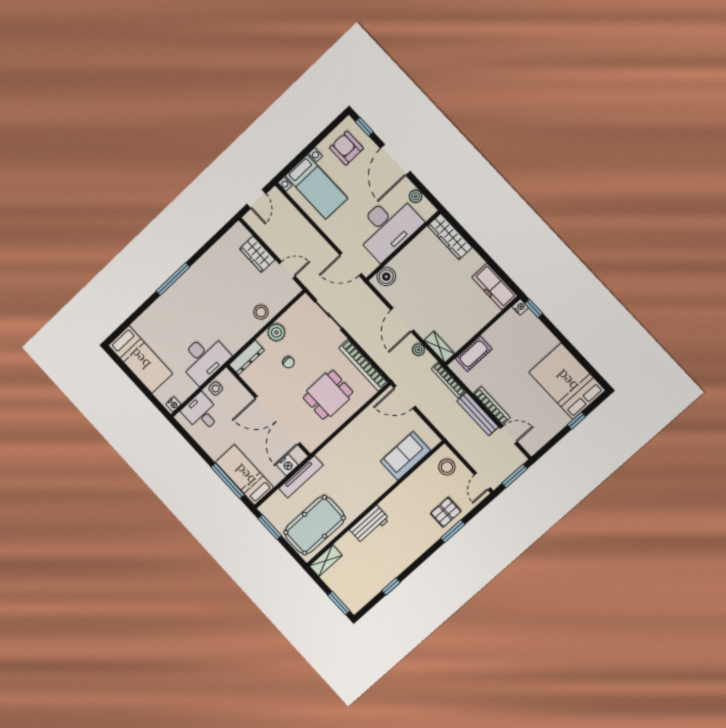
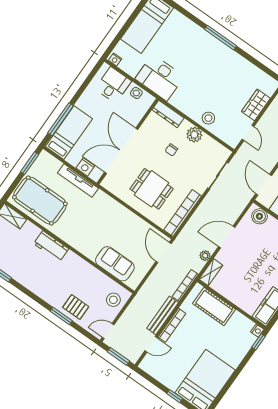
cot: (474, 354) -> (214, 306), width x1.37, depth x1.34
door: (509, 435) -> (151, 344), hinge flipped

